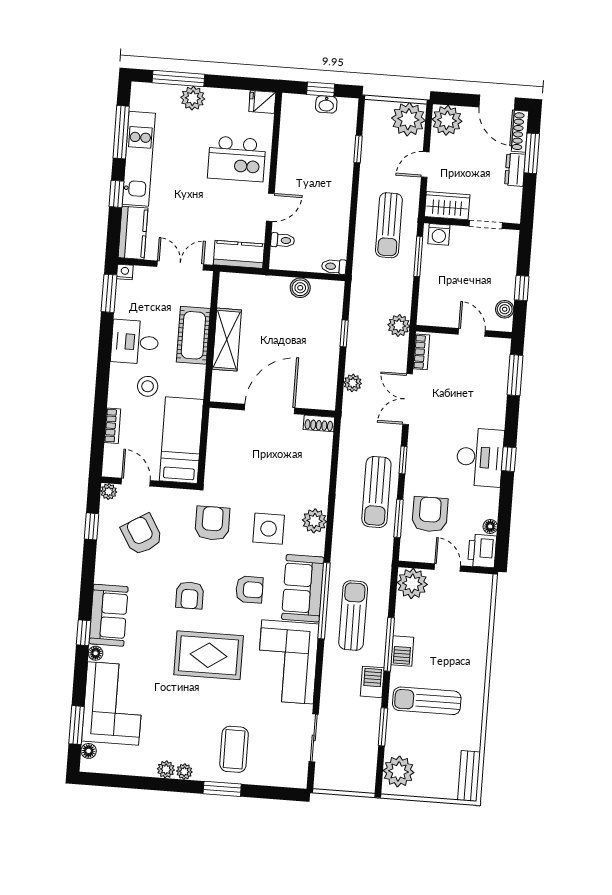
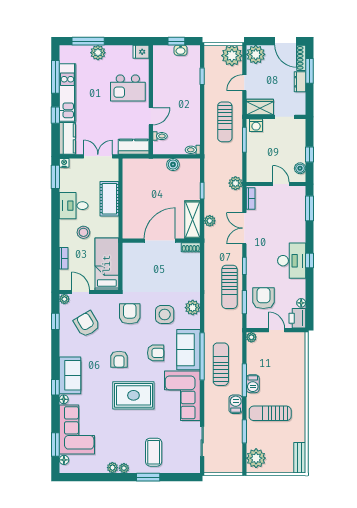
shelving: (227, 340) -> (193, 220), moved
plant: (412, 583) -> (251, 337), width x0.53, depth x0.53

